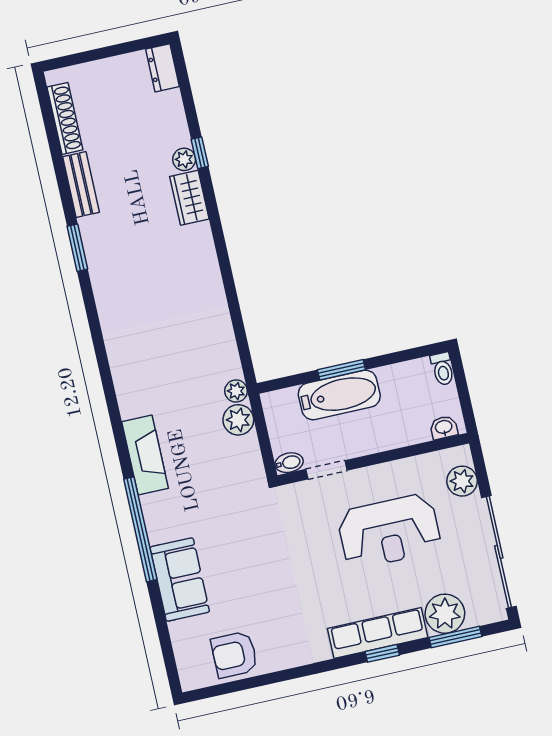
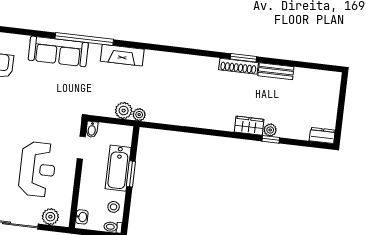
shoe rack: (65, 118) -> (239, 66), moved
stool: (408, 380) -> (114, 207), added
reception desk: (389, 531) -> (37, 169), turned 180
sofa: (180, 579) -> (58, 51), width x1.36

